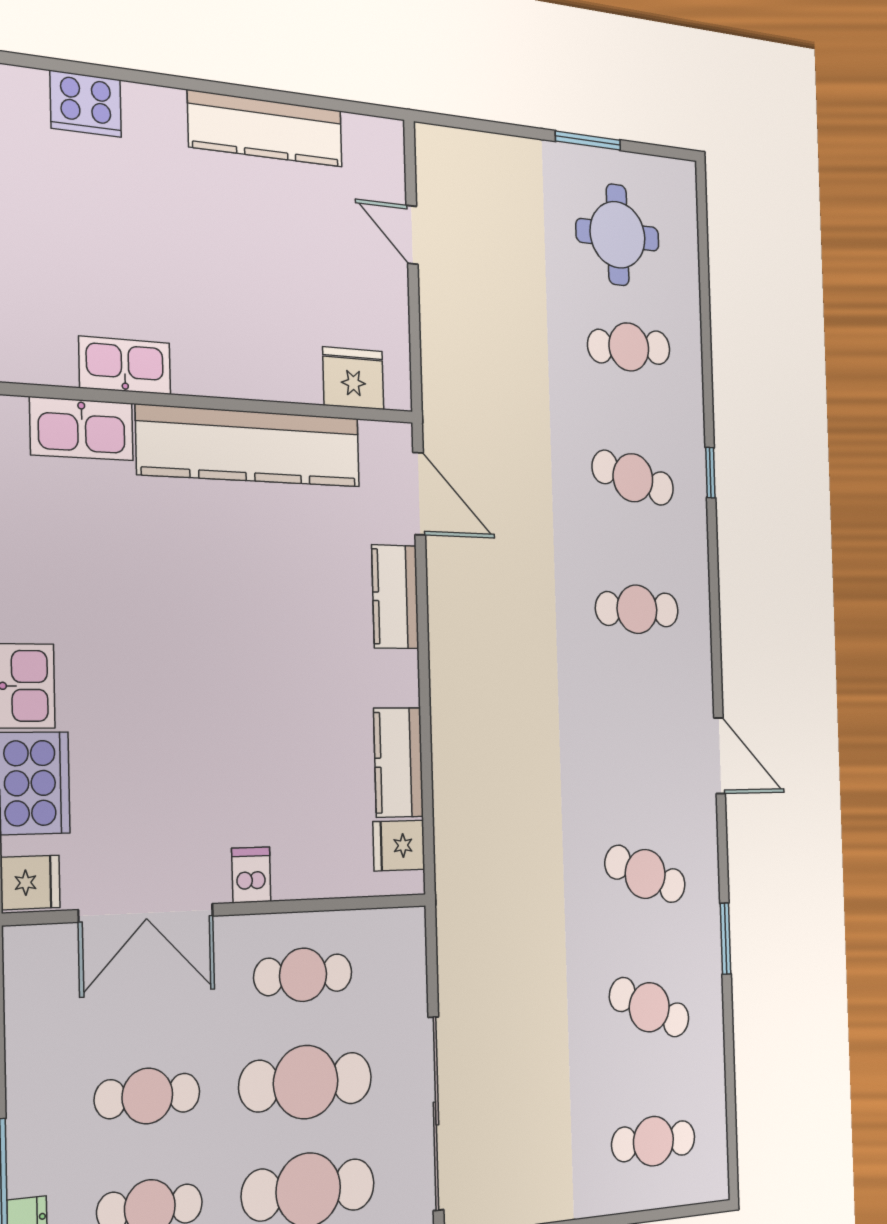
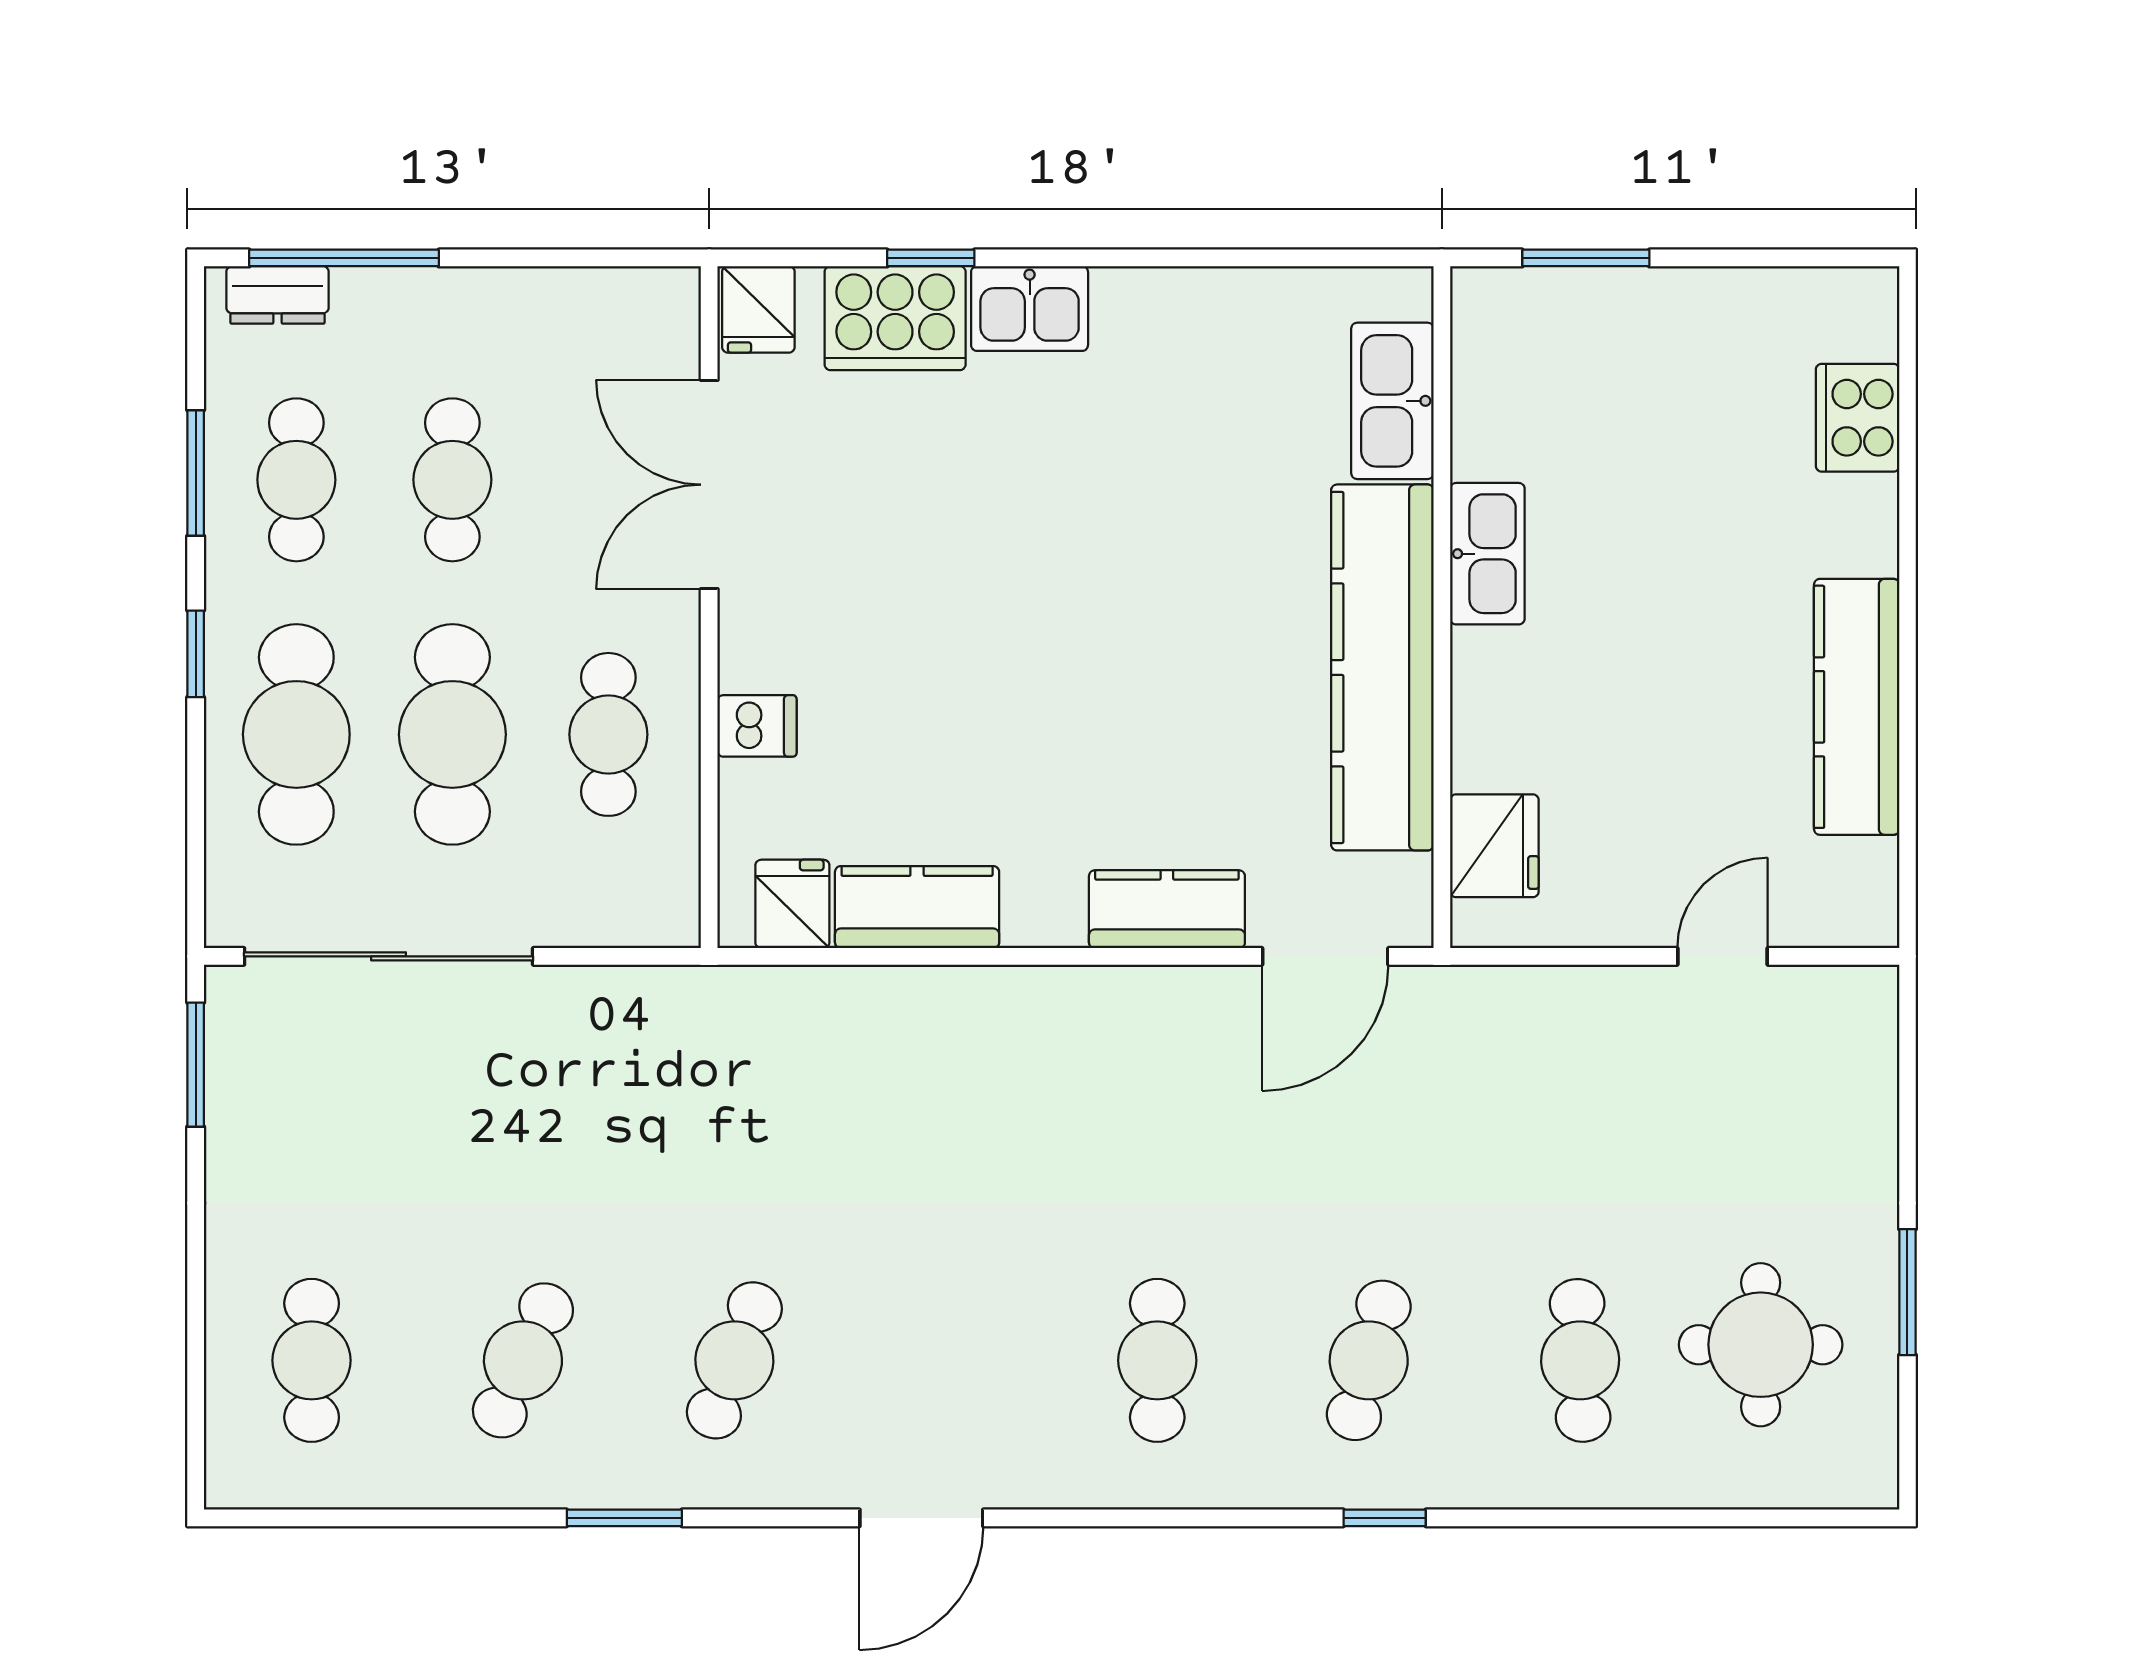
kitchen sink: (125, 365) -> (1487, 554), moved
dishwasher: (251, 875) -> (757, 726), moved

